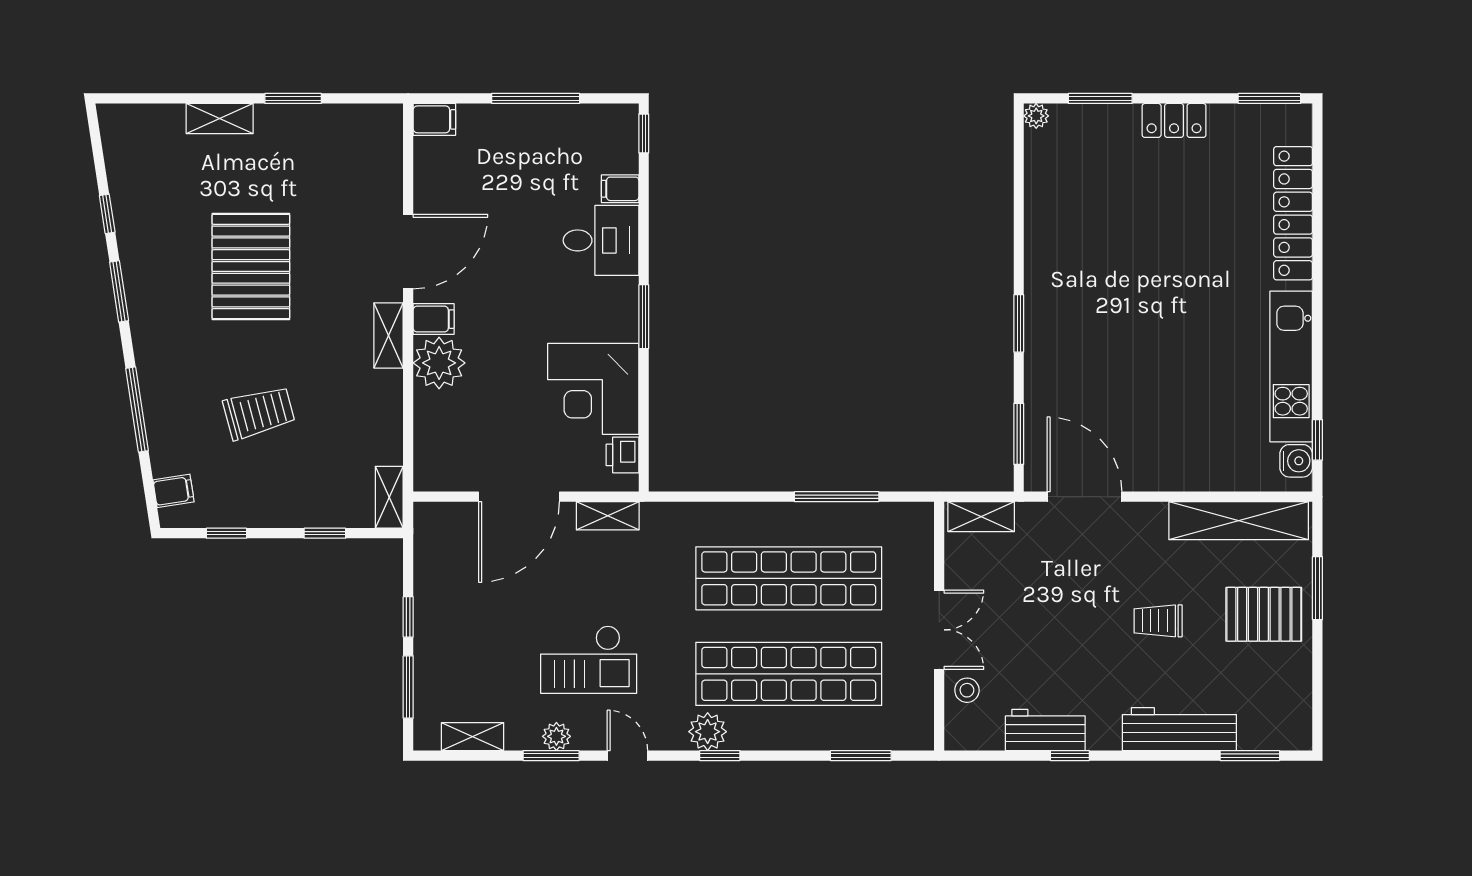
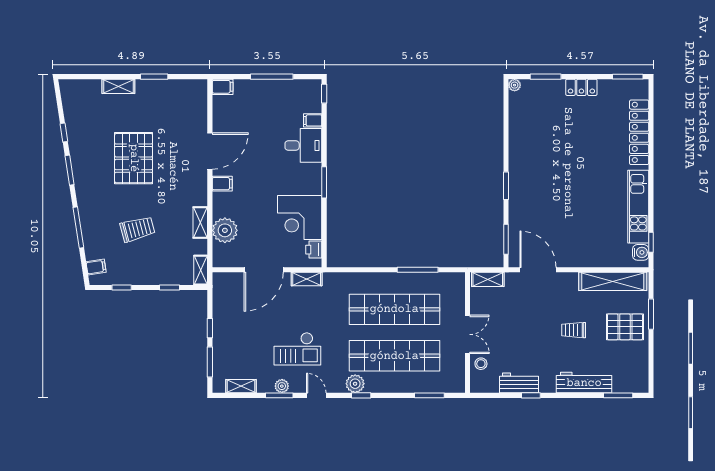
shelving: (388, 335) -> (200, 223), moved
plant: (439, 363) -> (225, 230), moved

